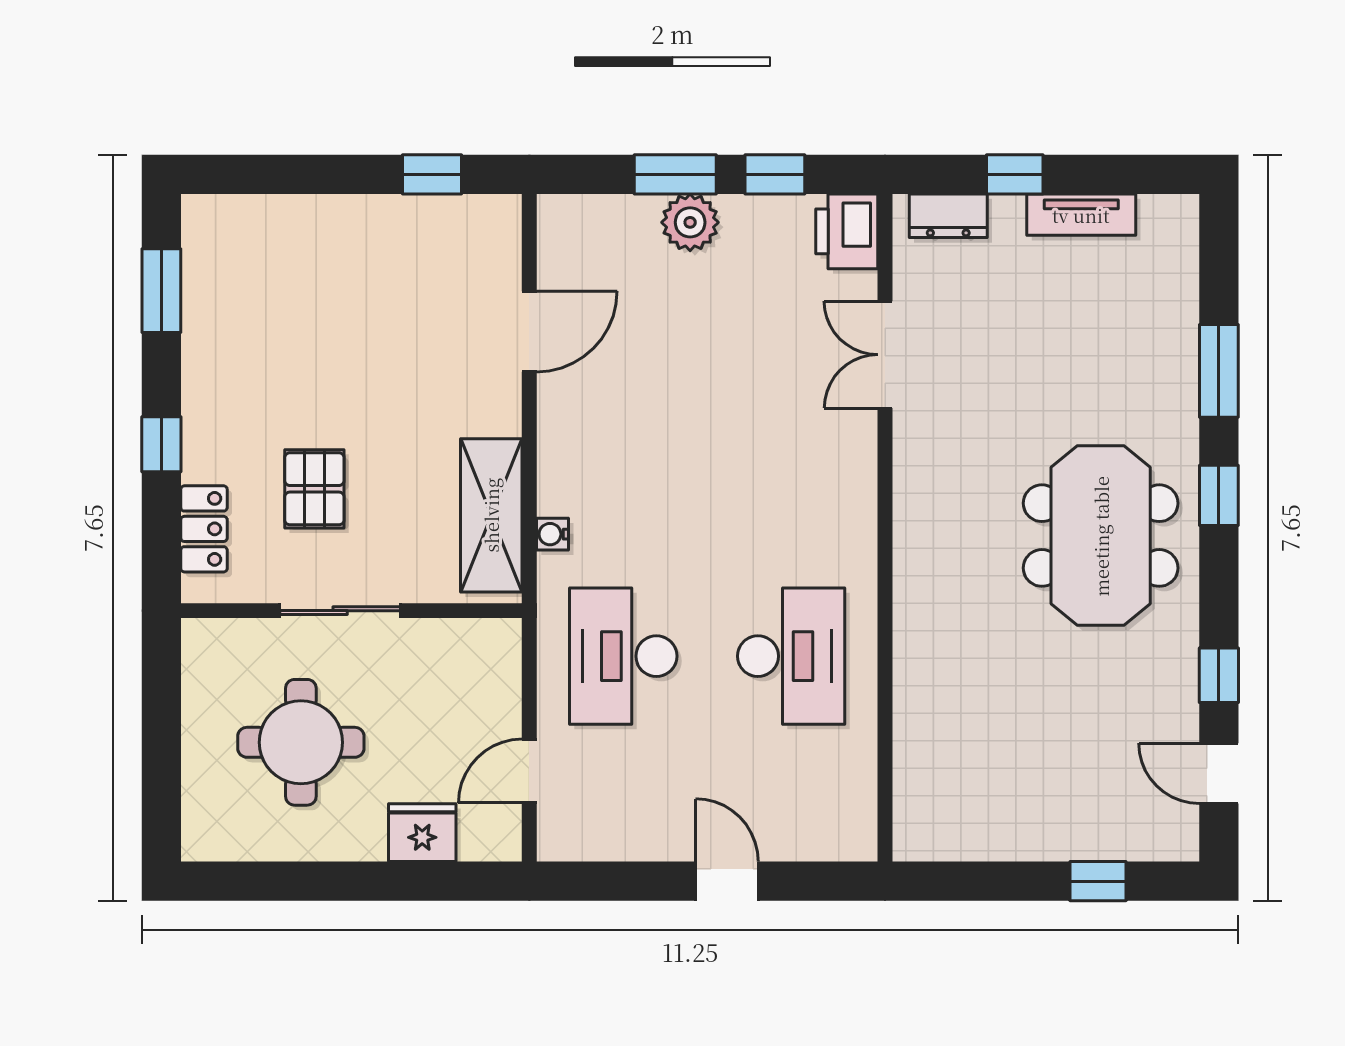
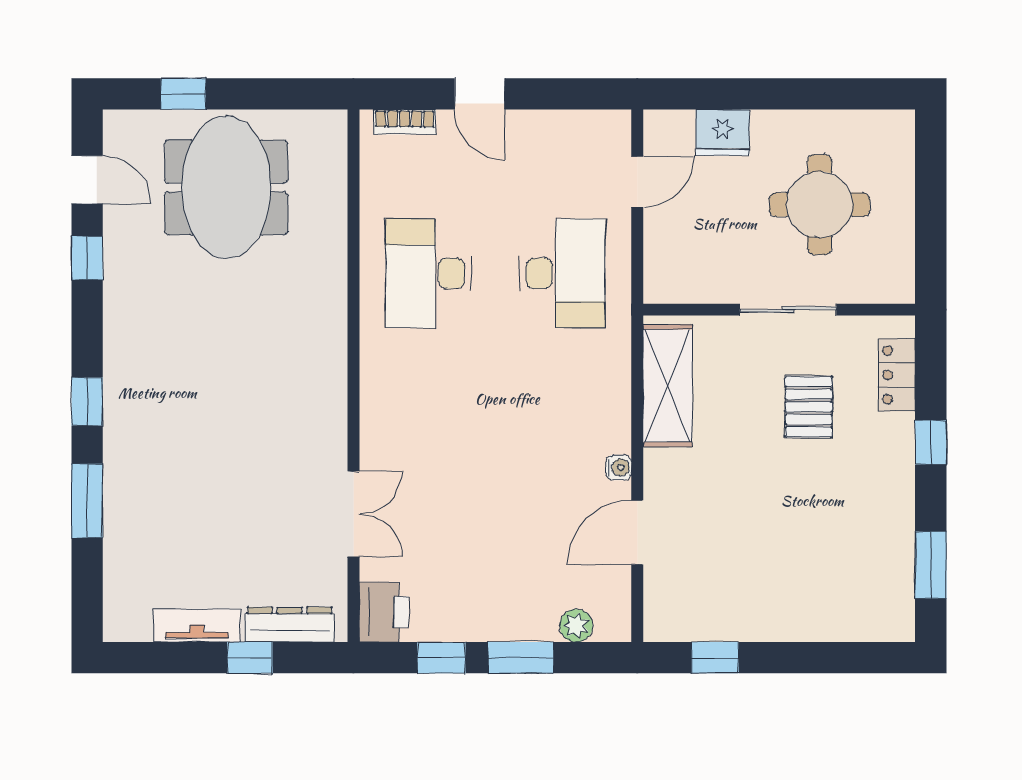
dresser: (948, 216) -> (289, 625), width x1.44
plant: (690, 222) -> (576, 626), moved, width x0.73, depth x0.73
water cooler: (552, 534) -> (619, 467), moved
meeting table: (1101, 536) -> (226, 187), moved
bookcase: (821, 846) -> (405, 122), added

